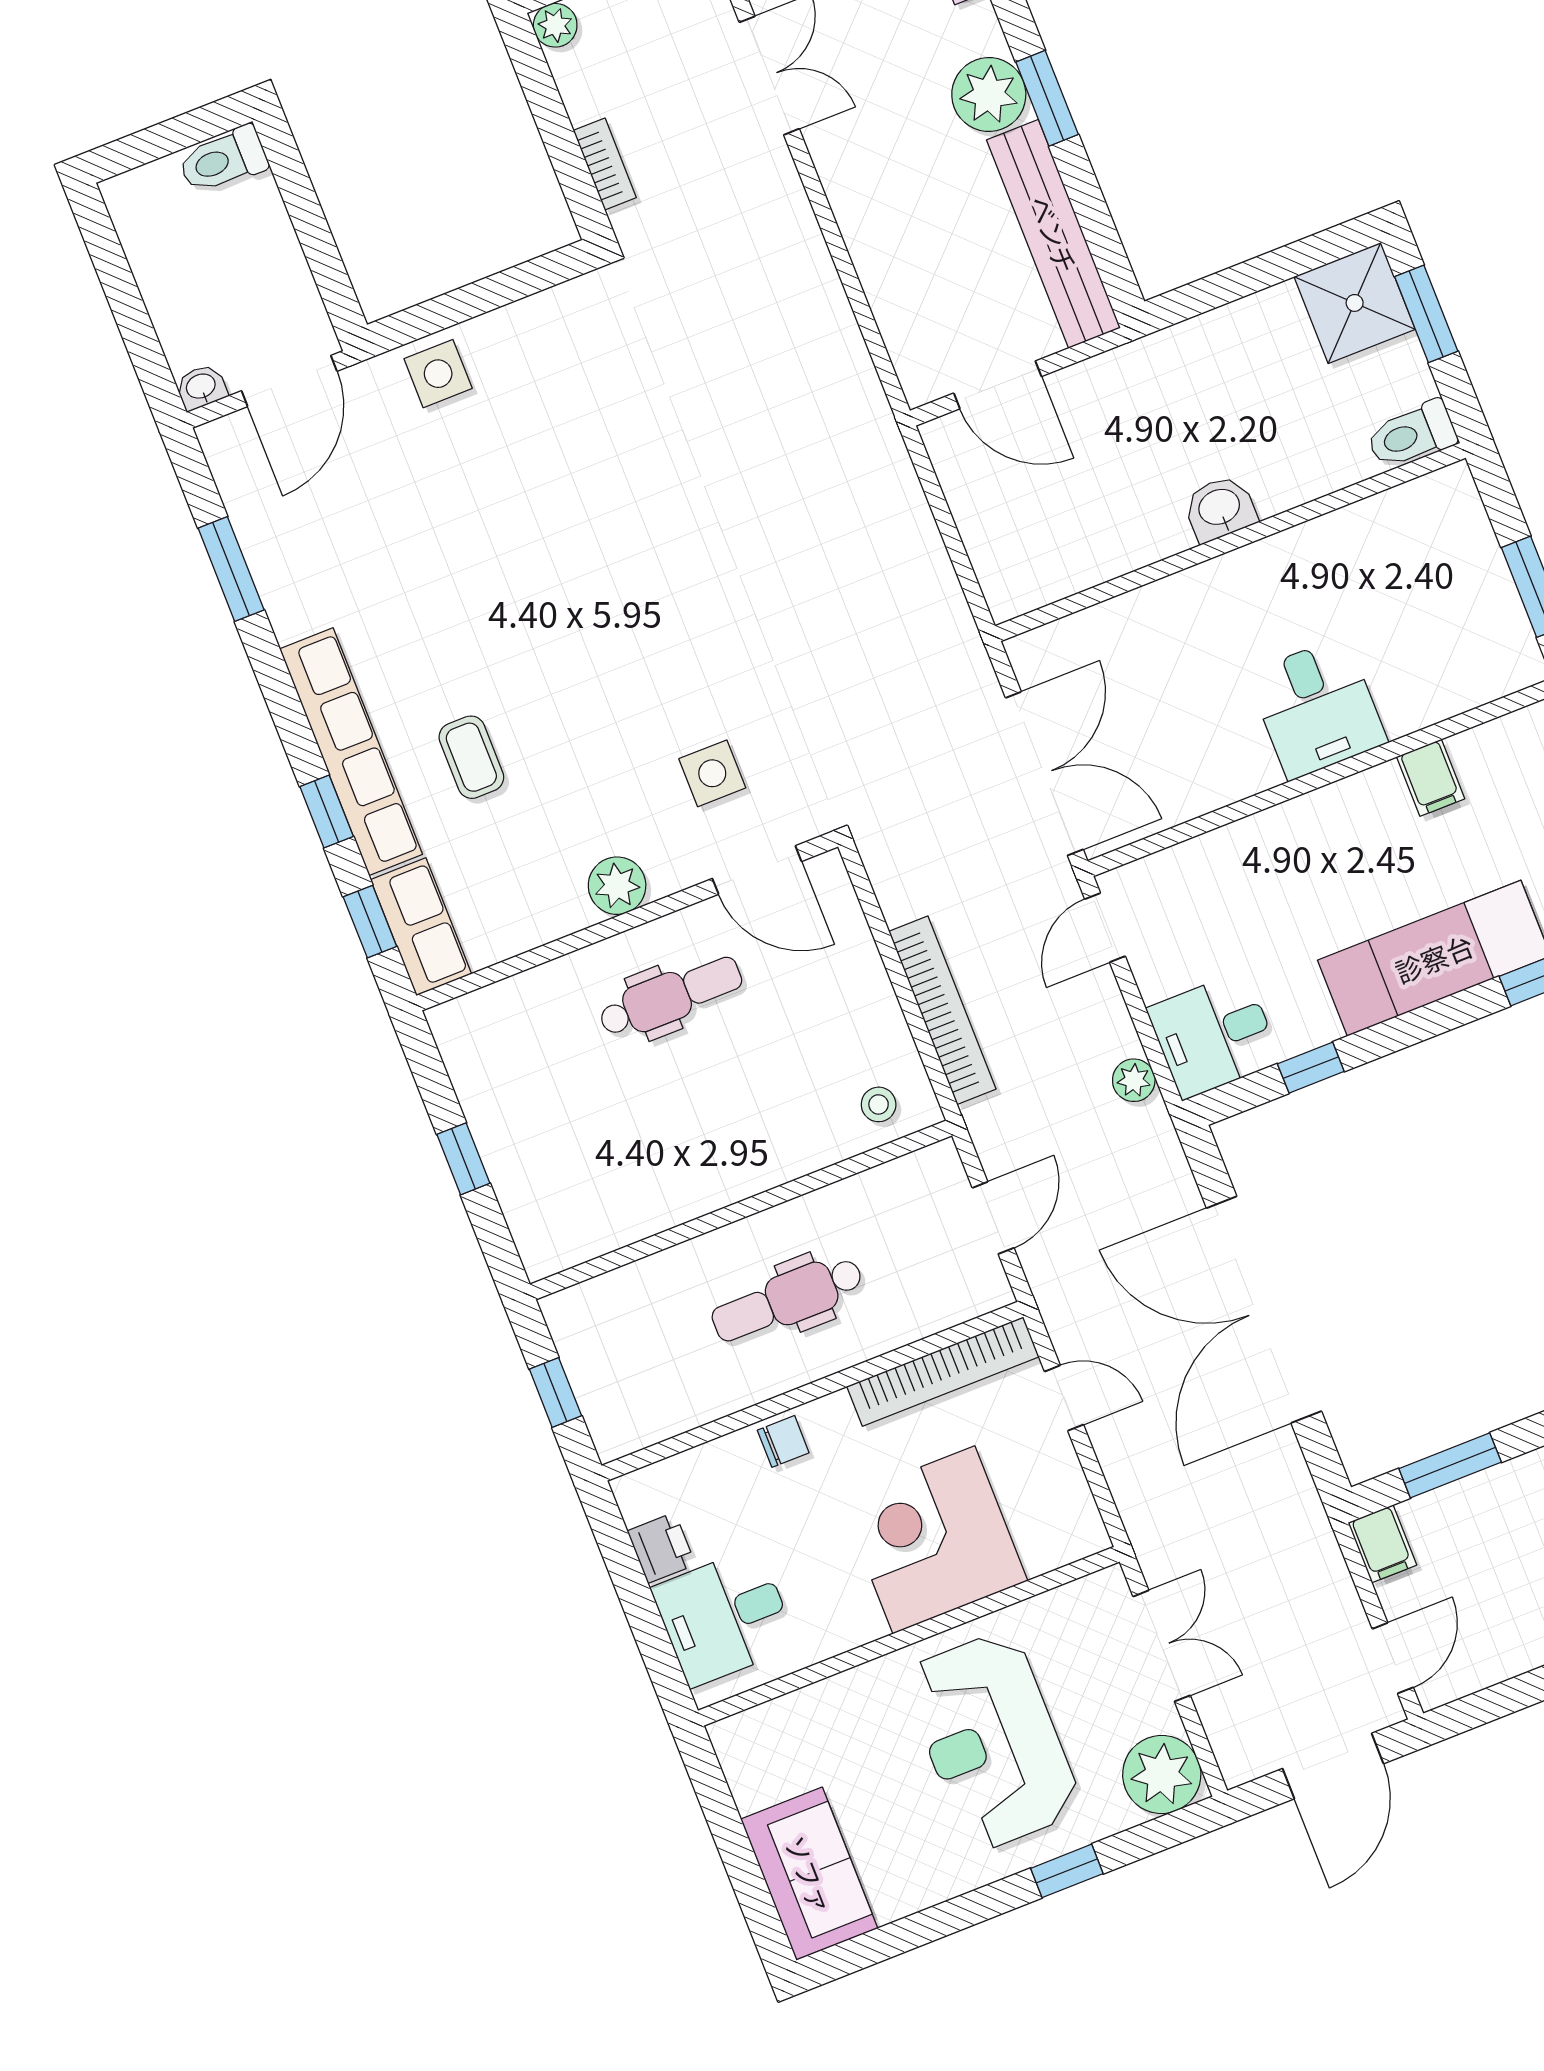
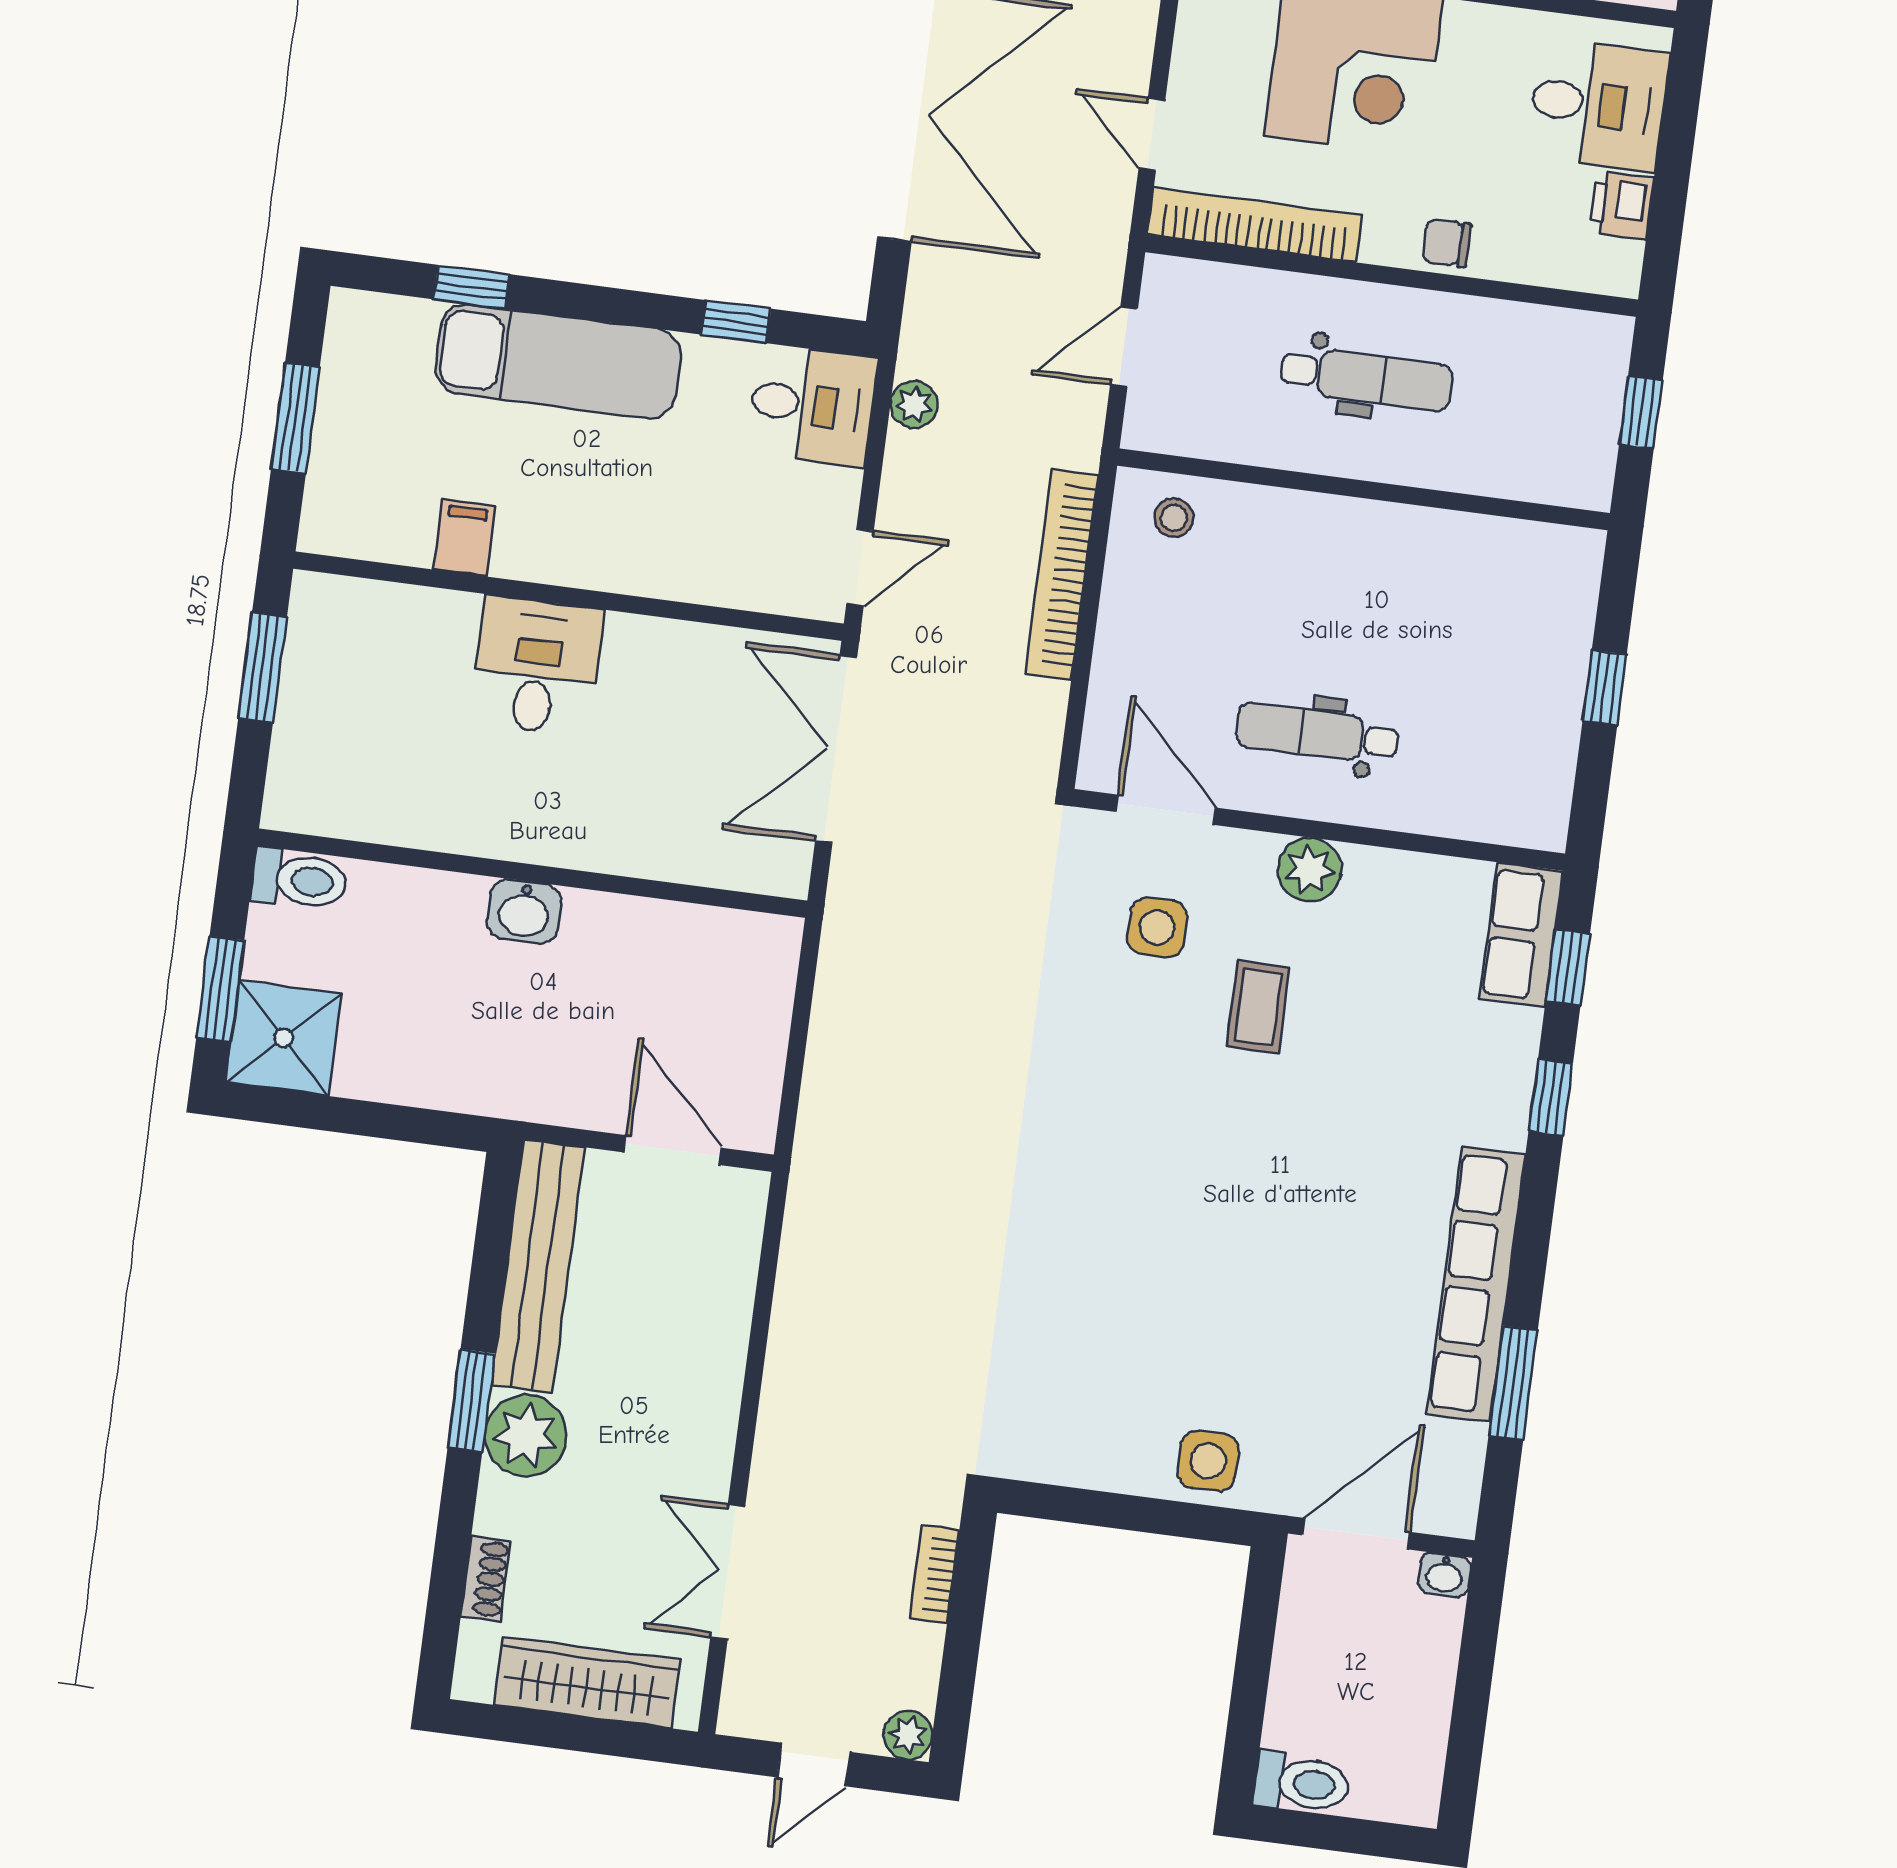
row of seats: (351, 752) -> (1476, 1284), moved
coffee table: (471, 757) -> (1258, 1007), moved

